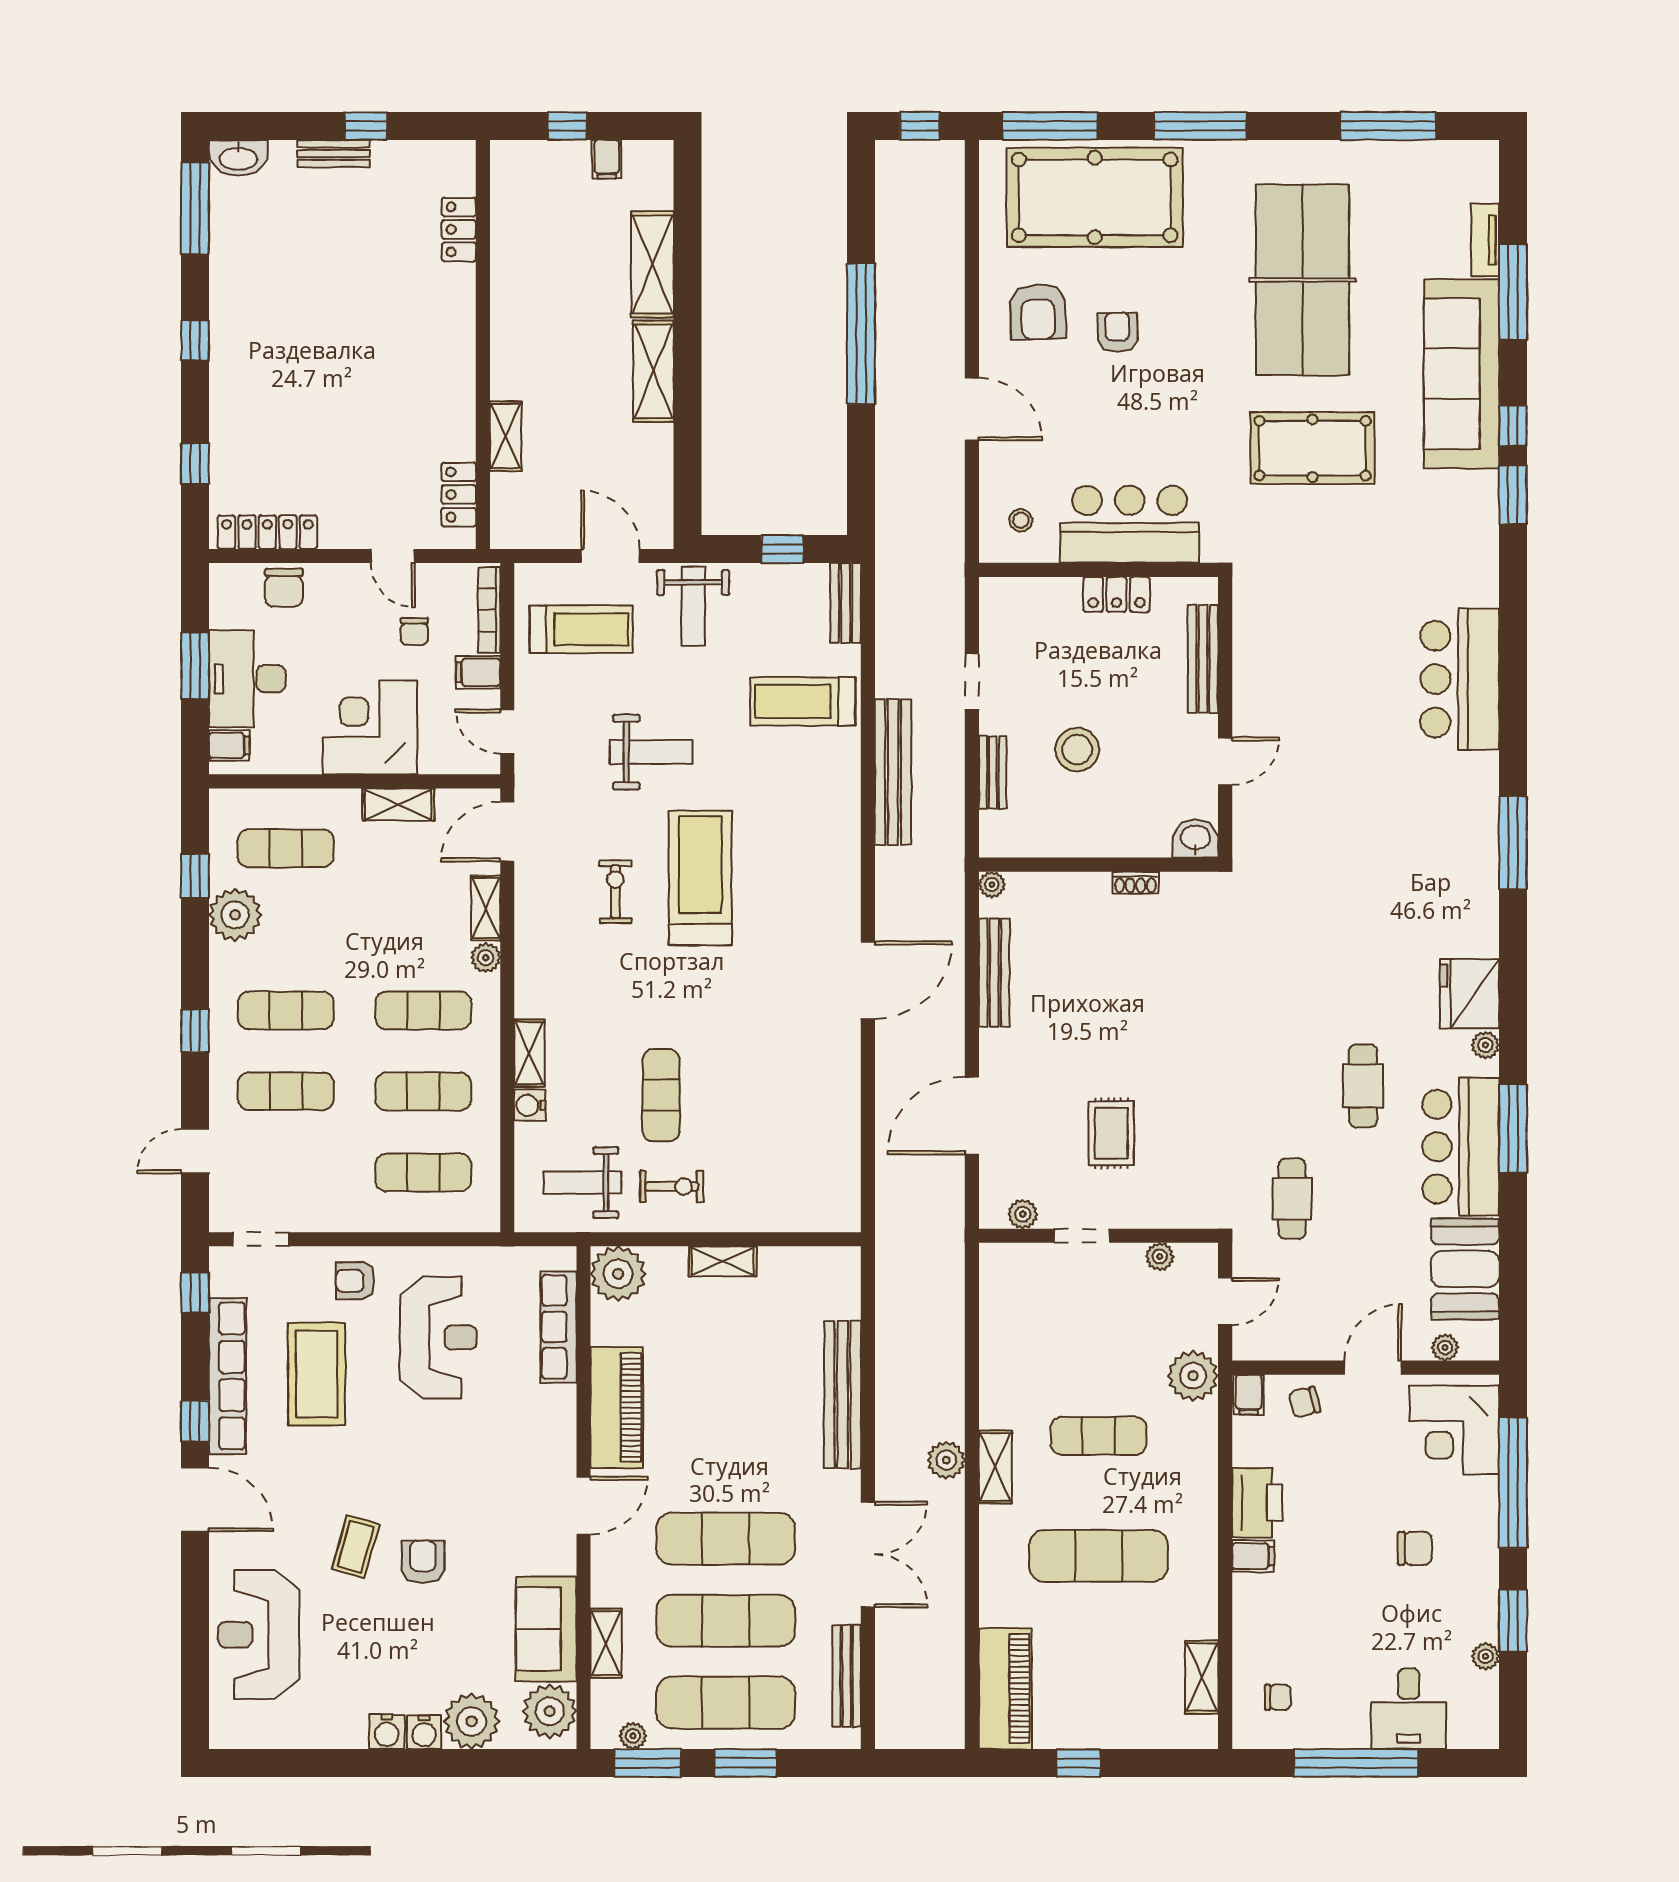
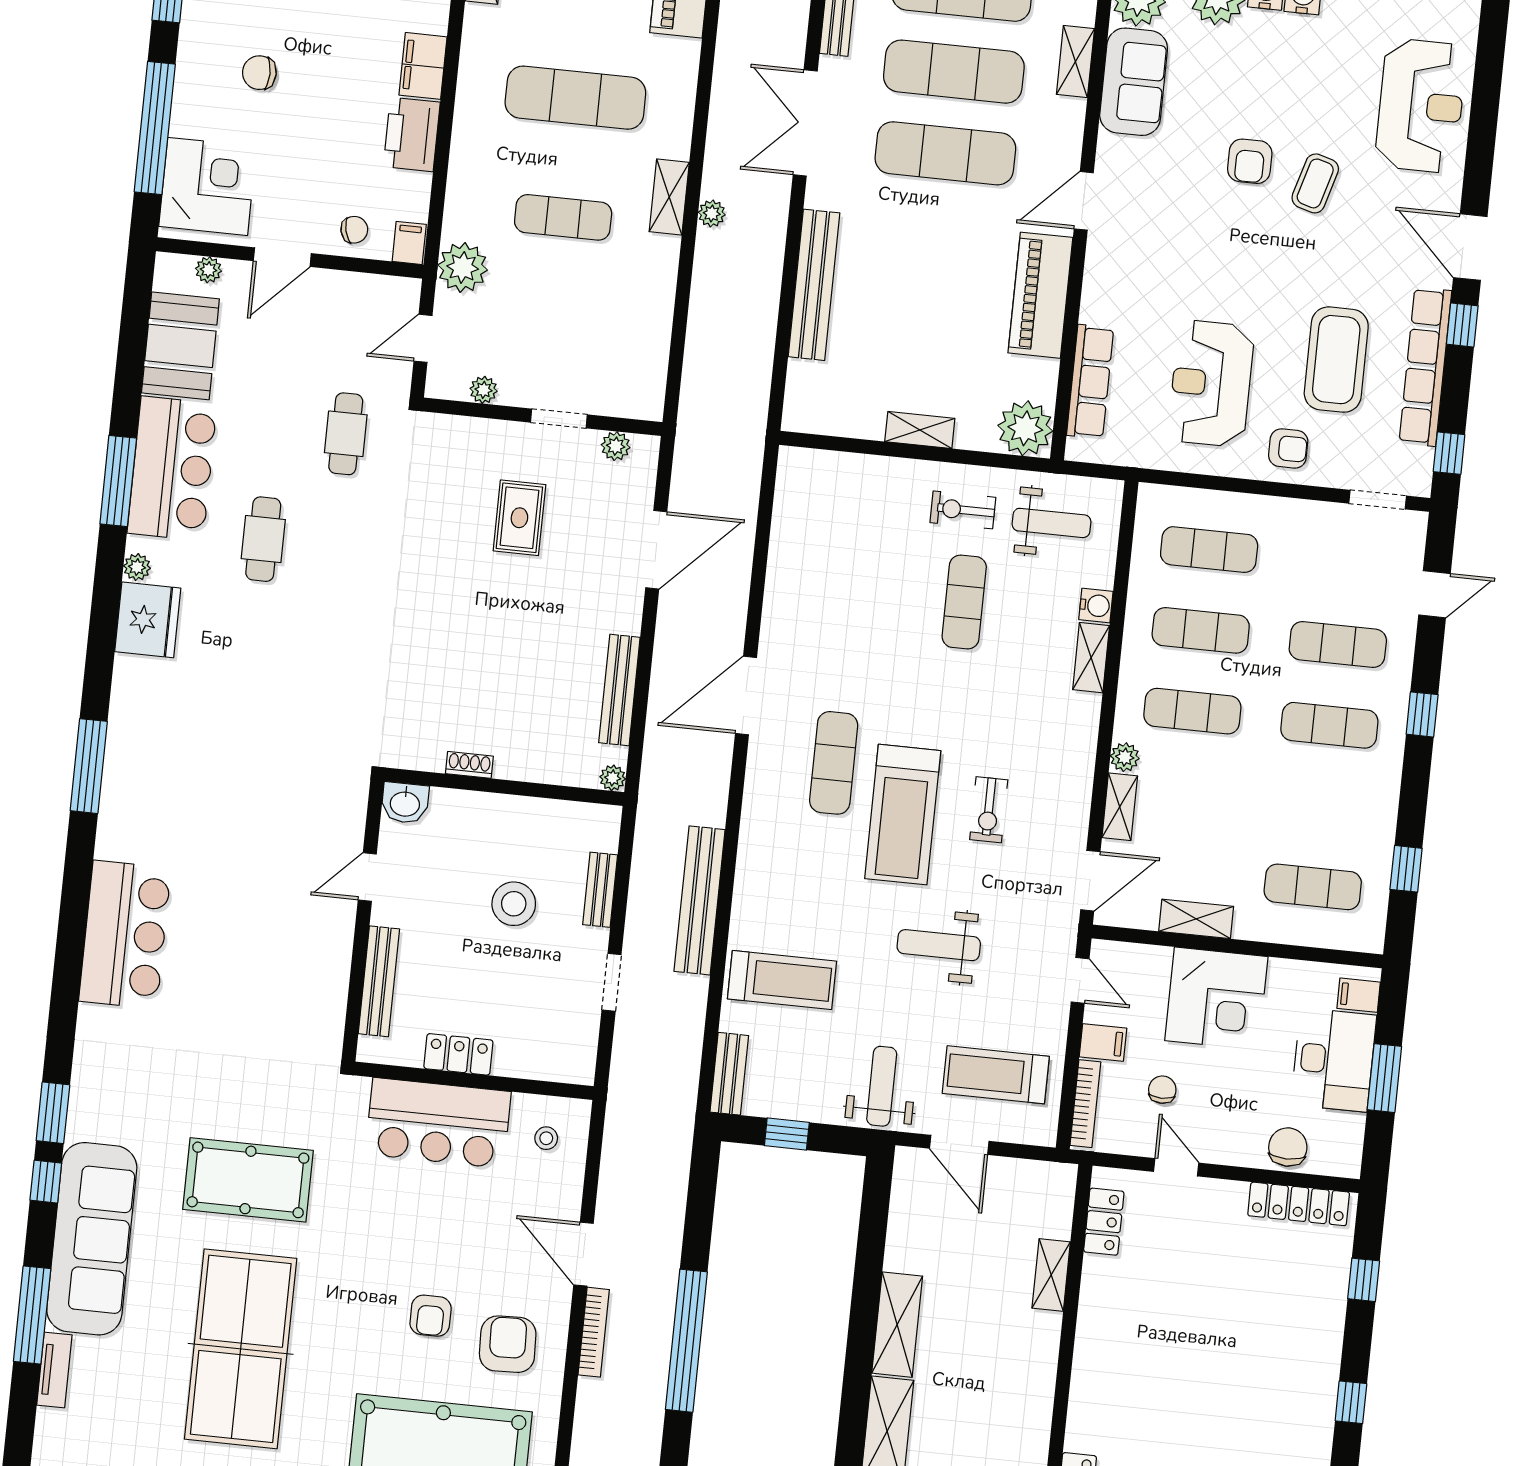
bookcase: (954, 333) -> (594, 1332), added
plant: (235, 915) -> (1370, 826), removed
exercise mat: (774, 922) -> (834, 763), added
plant: (946, 1460) -> (712, 213), width x0.73, depth x0.73
filing cabinet: (1253, 1556) -> (423, 66), width x2.00

